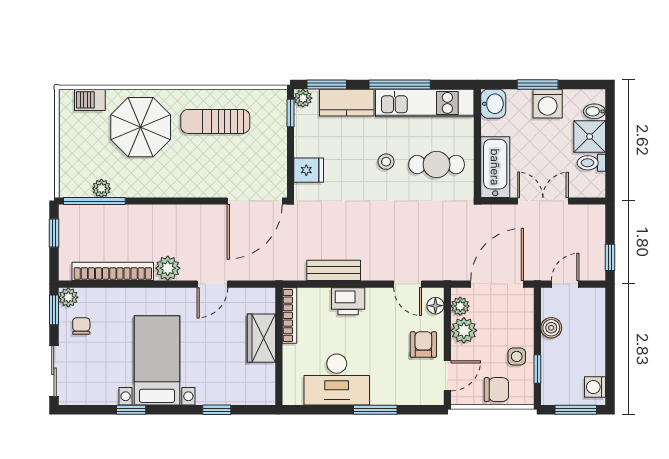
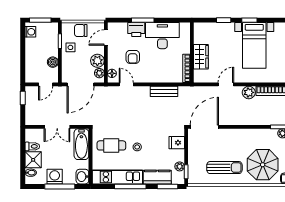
window: (538, 84) -> (60, 186), width x1.44
plant: (303, 98) -> (180, 166), moved
printer: (348, 301) -> (136, 30), moved, turned 180
armchair: (423, 345) -> (133, 57), moved
window: (131, 410) -> (249, 20), moved

